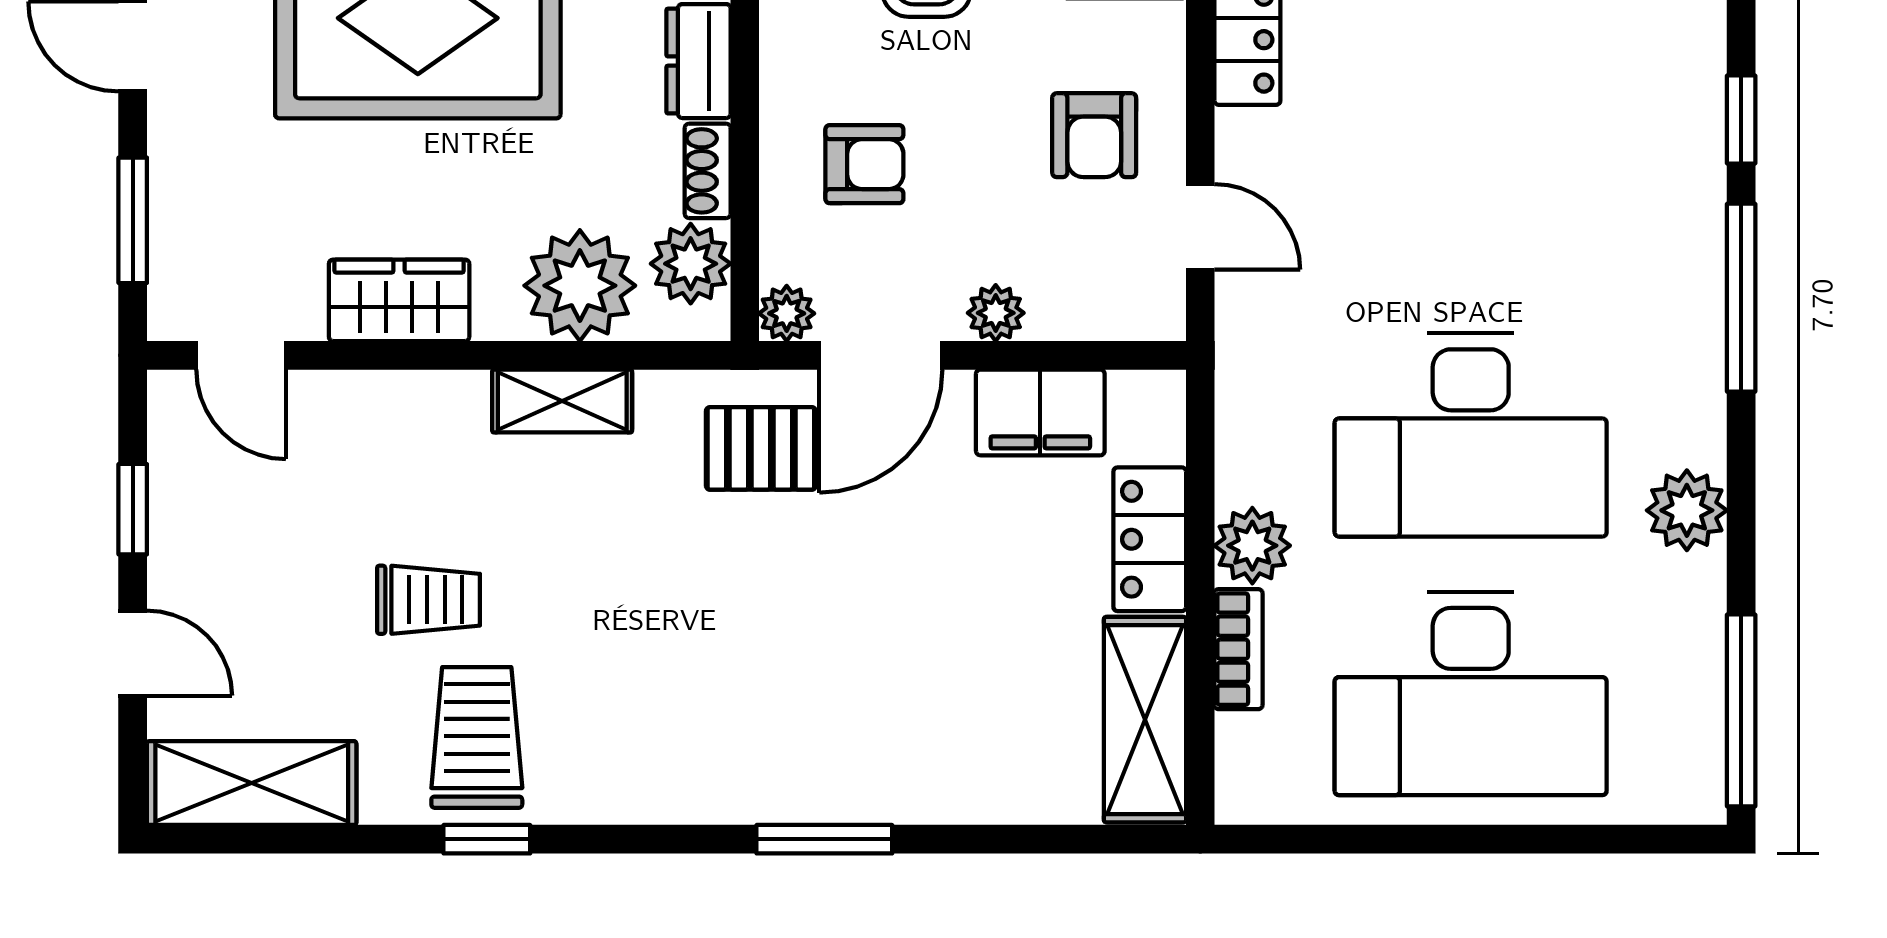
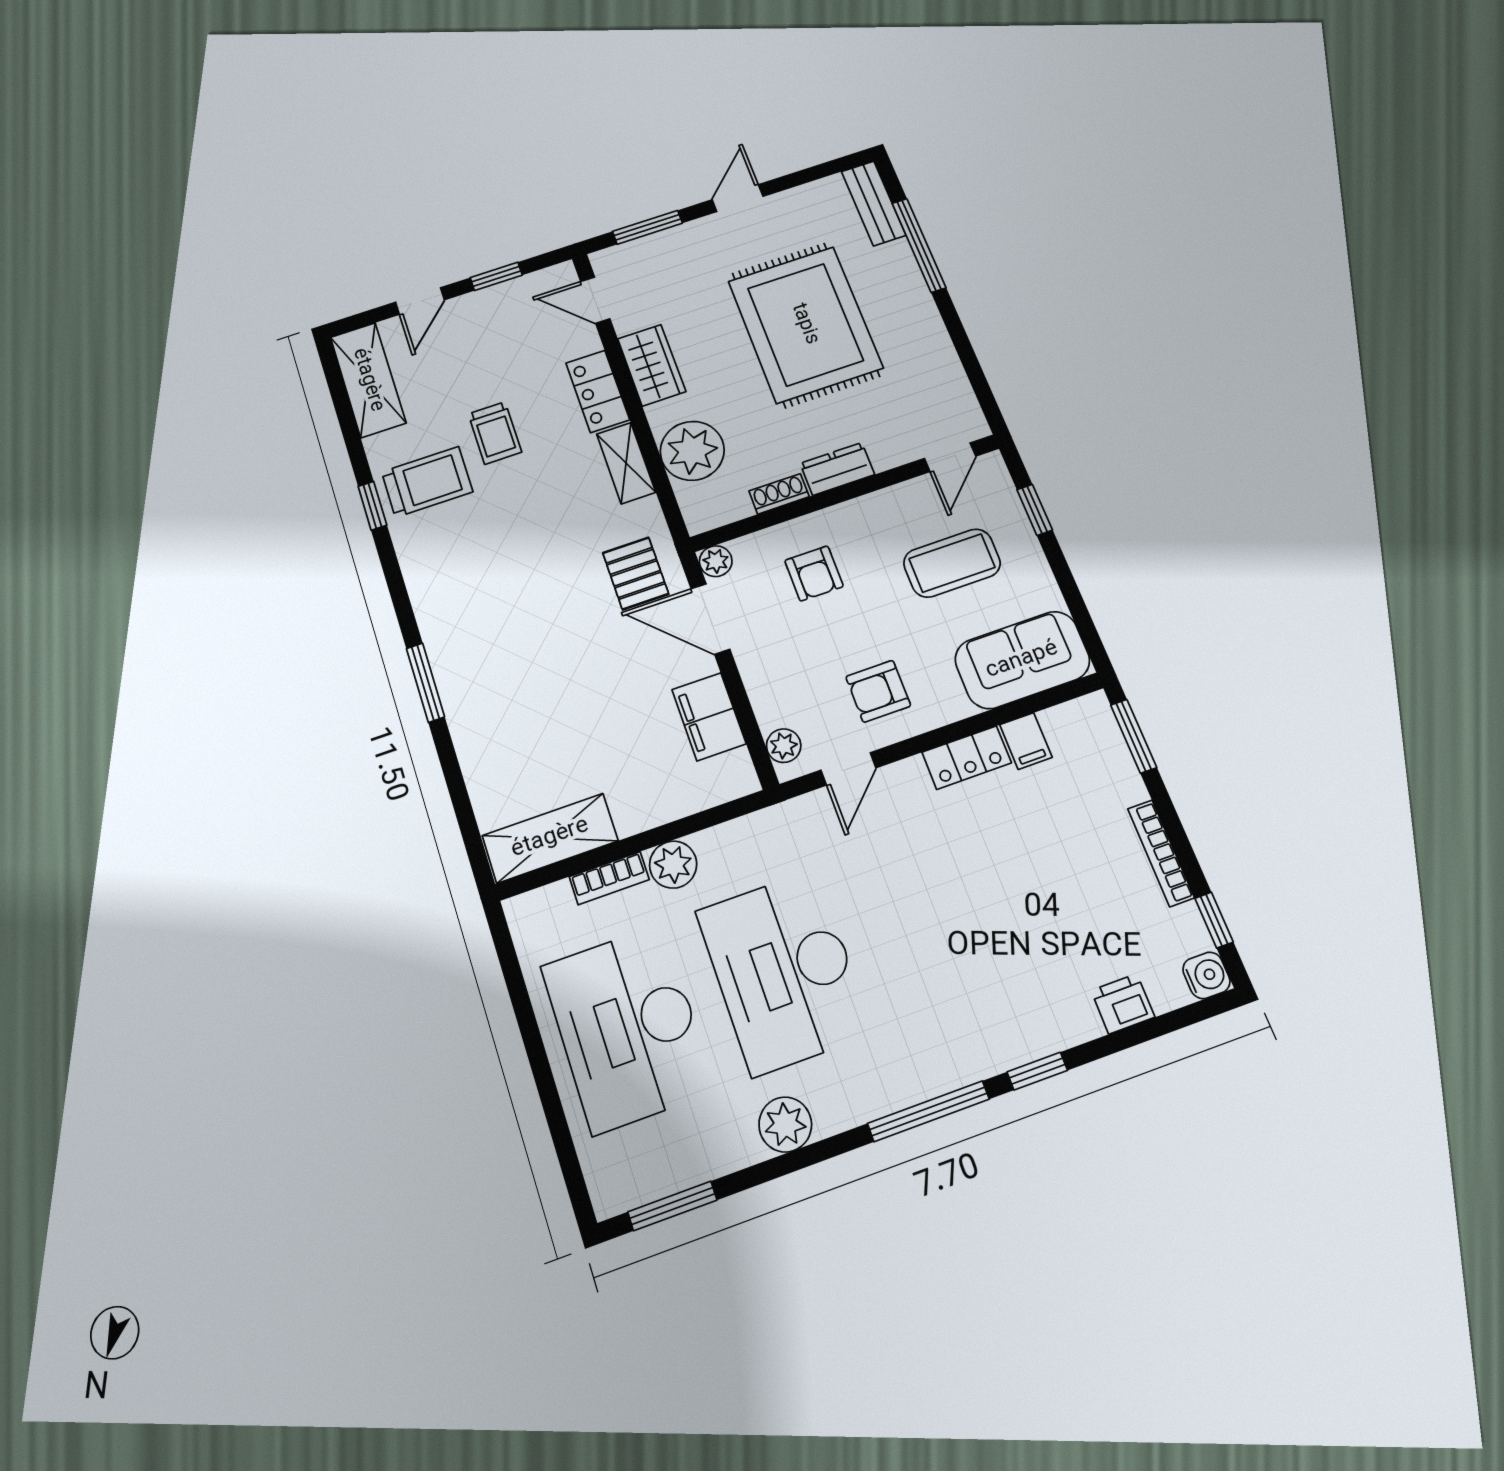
plant: (691, 264) -> (725, 502), removed
plant: (996, 313) -> (784, 746), moved
door: (241, 355) -> (595, 300), hinge flipped
locker: (1150, 539) -> (598, 391), moved, turned -90
window: (1741, 710) -> (672, 1206), width x0.69

